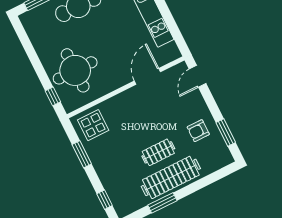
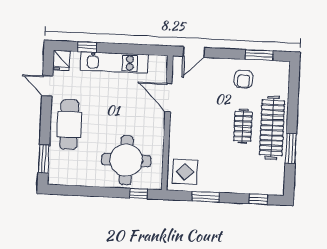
door: (198, 76) -> (194, 52), hinge flipped

